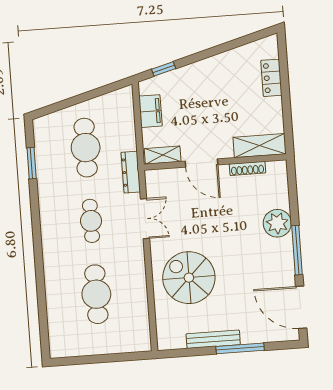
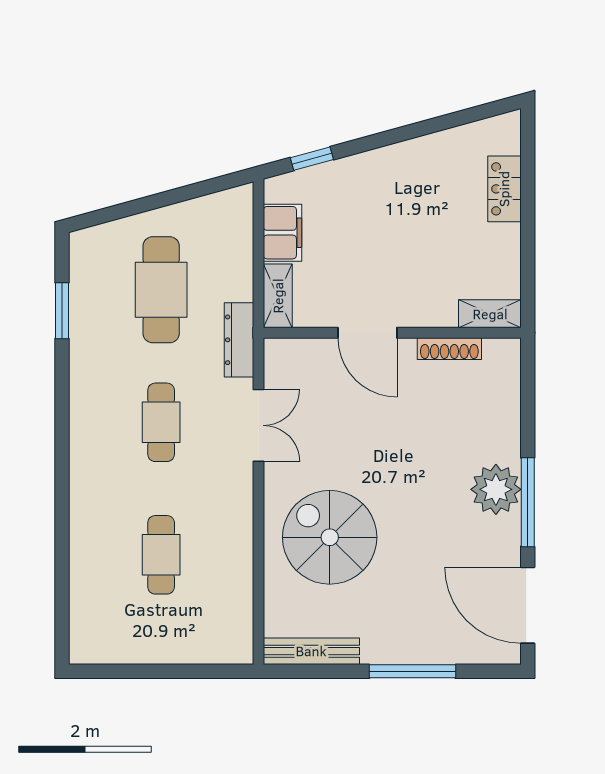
shelving: (260, 146) -> (490, 314), width x0.67, depth x0.75
shelving: (163, 155) -> (278, 296), moved, turned 90
plant: (277, 223) -> (496, 489), moved
cafe table: (96, 294) -> (161, 555), width x0.73, depth x0.74
bench: (213, 339) -> (311, 651), moved

